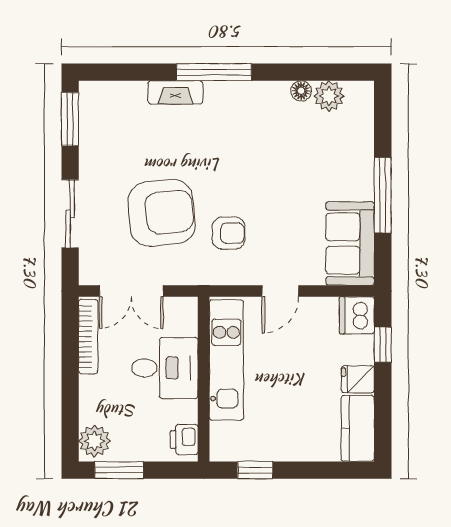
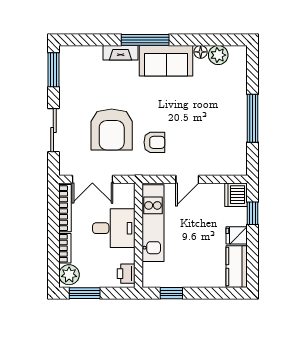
armchair: (161, 213) -> (112, 129), turned 96
sofa: (350, 244) -> (166, 61), moved, turned -90
bookcase: (88, 400) -> (65, 248), added

